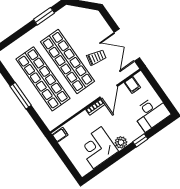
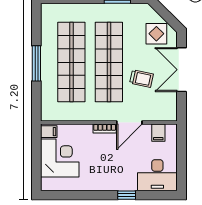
display table: (86, 21) -> (156, 34), added
double door: (127, 45) -> (182, 70), moved
plant: (121, 142) -> (106, 183), removed
corner desk: (97, 148) -> (60, 158), moved, turned 90

